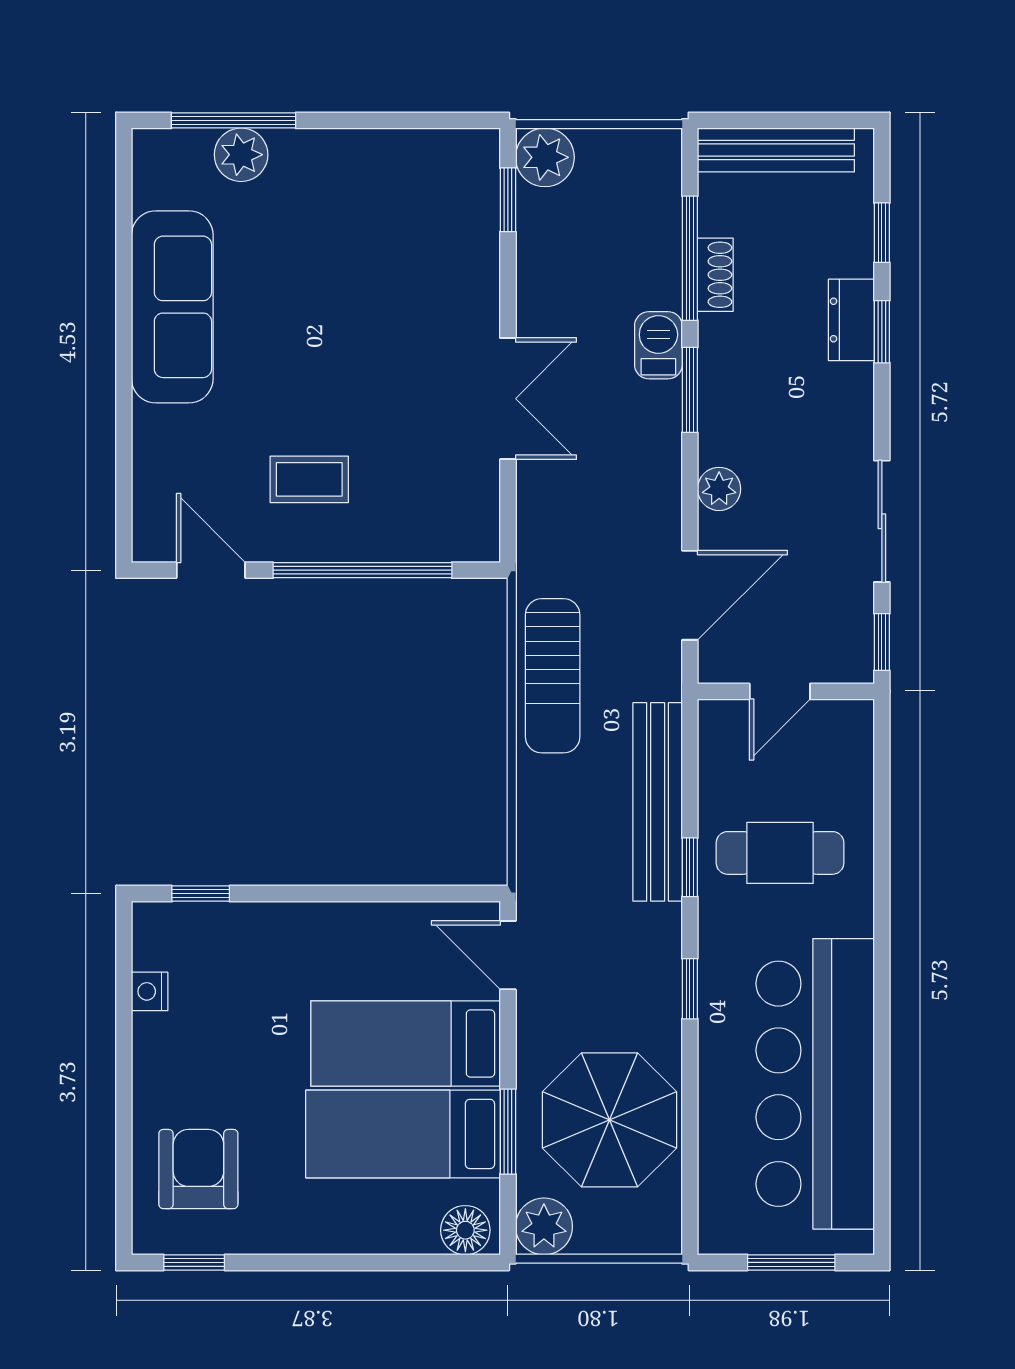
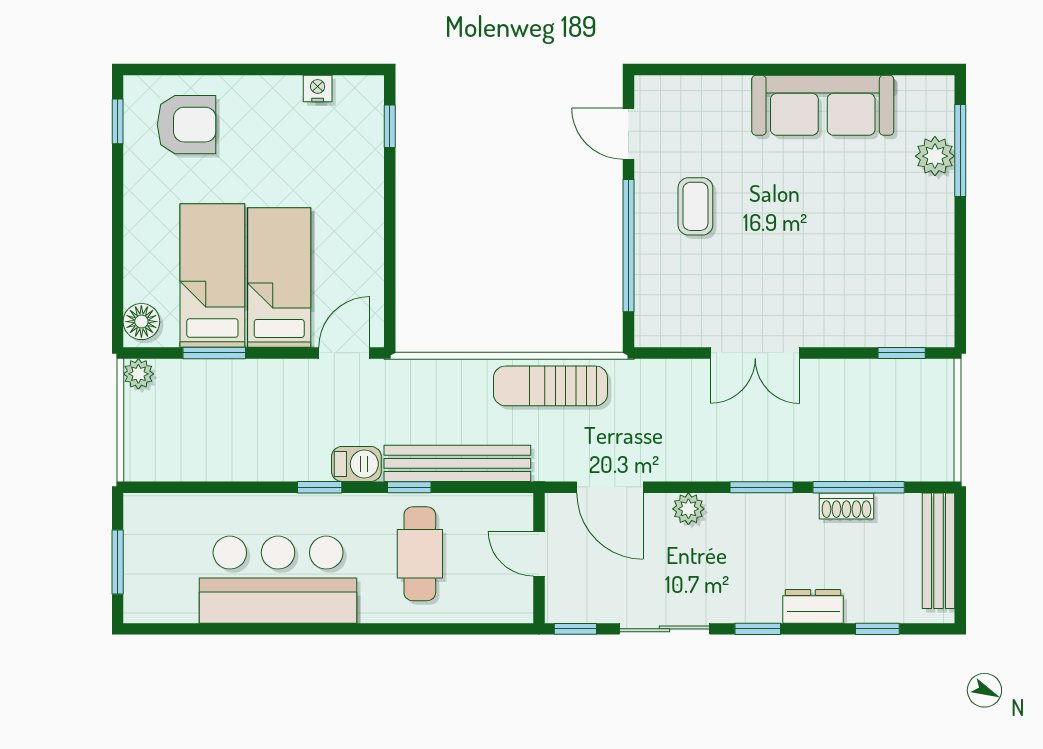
plant: (545, 157) -> (933, 380), removed
window: (882, 332) -> (758, 629), moved
barbecue: (658, 345) -> (356, 464), moved
door: (211, 570) -> (628, 134), swing flipped
bar counter: (815, 1084) -> (278, 580), width x0.73
parasol: (609, 1120) -> (223, 428), removed
plant: (544, 1226) -> (138, 374), width x0.73, depth x0.73

